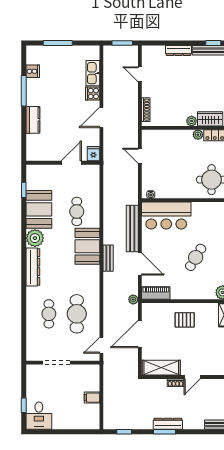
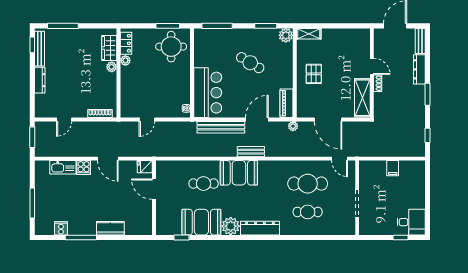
dresser: (168, 424) -> (419, 69), moved

